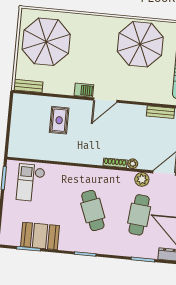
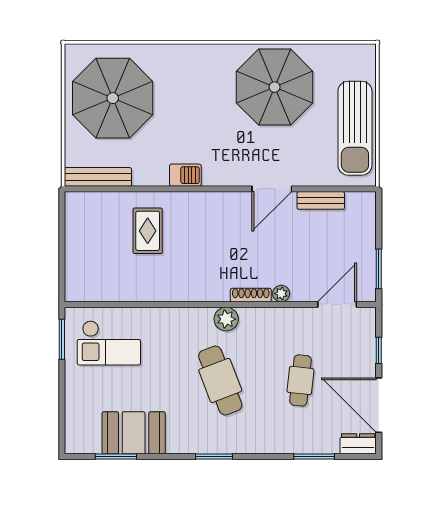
bench: (28, 86) -> (98, 177), width x1.36
door: (105, 100) -> (272, 189), moved
plant: (142, 179) -> (226, 319), moved
checkout: (31, 183) -> (109, 343), turned -90
cafe table: (139, 215) -> (300, 380), width x0.73, depth x0.74

